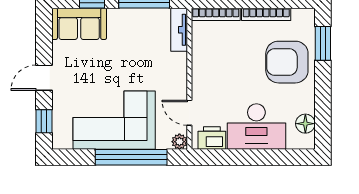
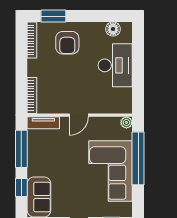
bookcase: (266, 14) -> (32, 40), moved
armchair: (287, 62) -> (67, 43), width x0.73, depth x0.73
door: (189, 113) -> (79, 115), moved
printer: (212, 138) -> (124, 98), removed

